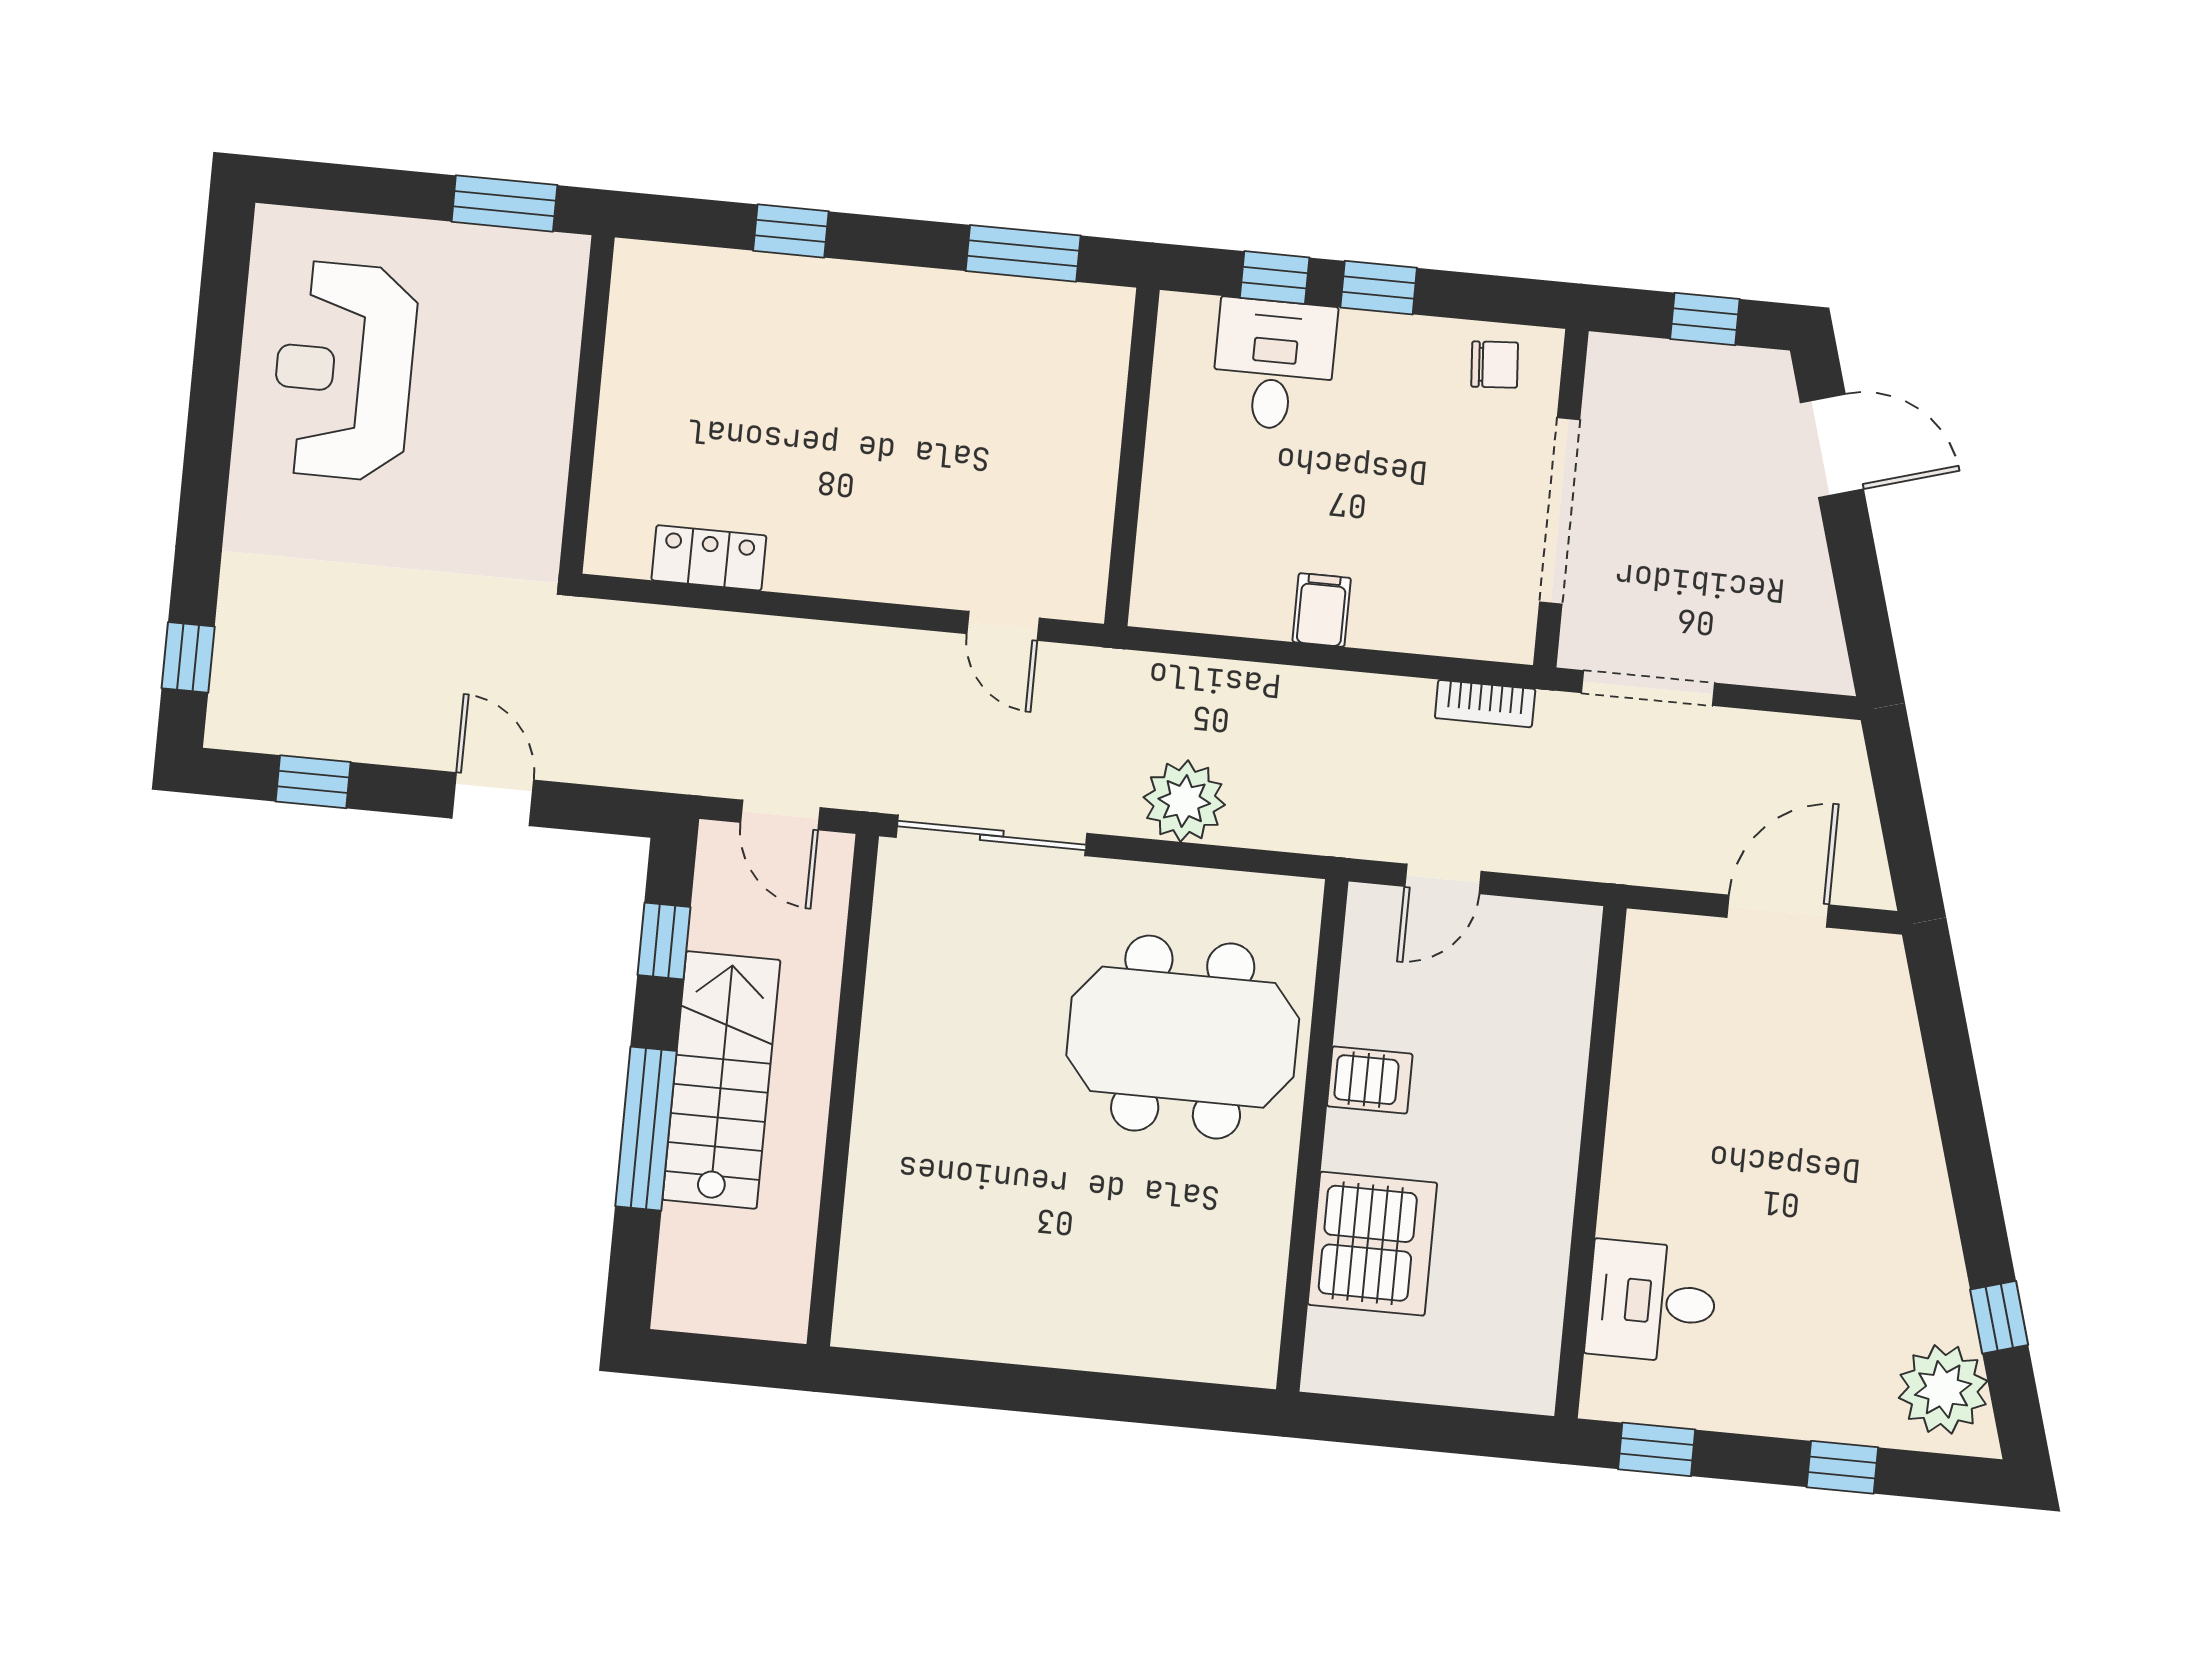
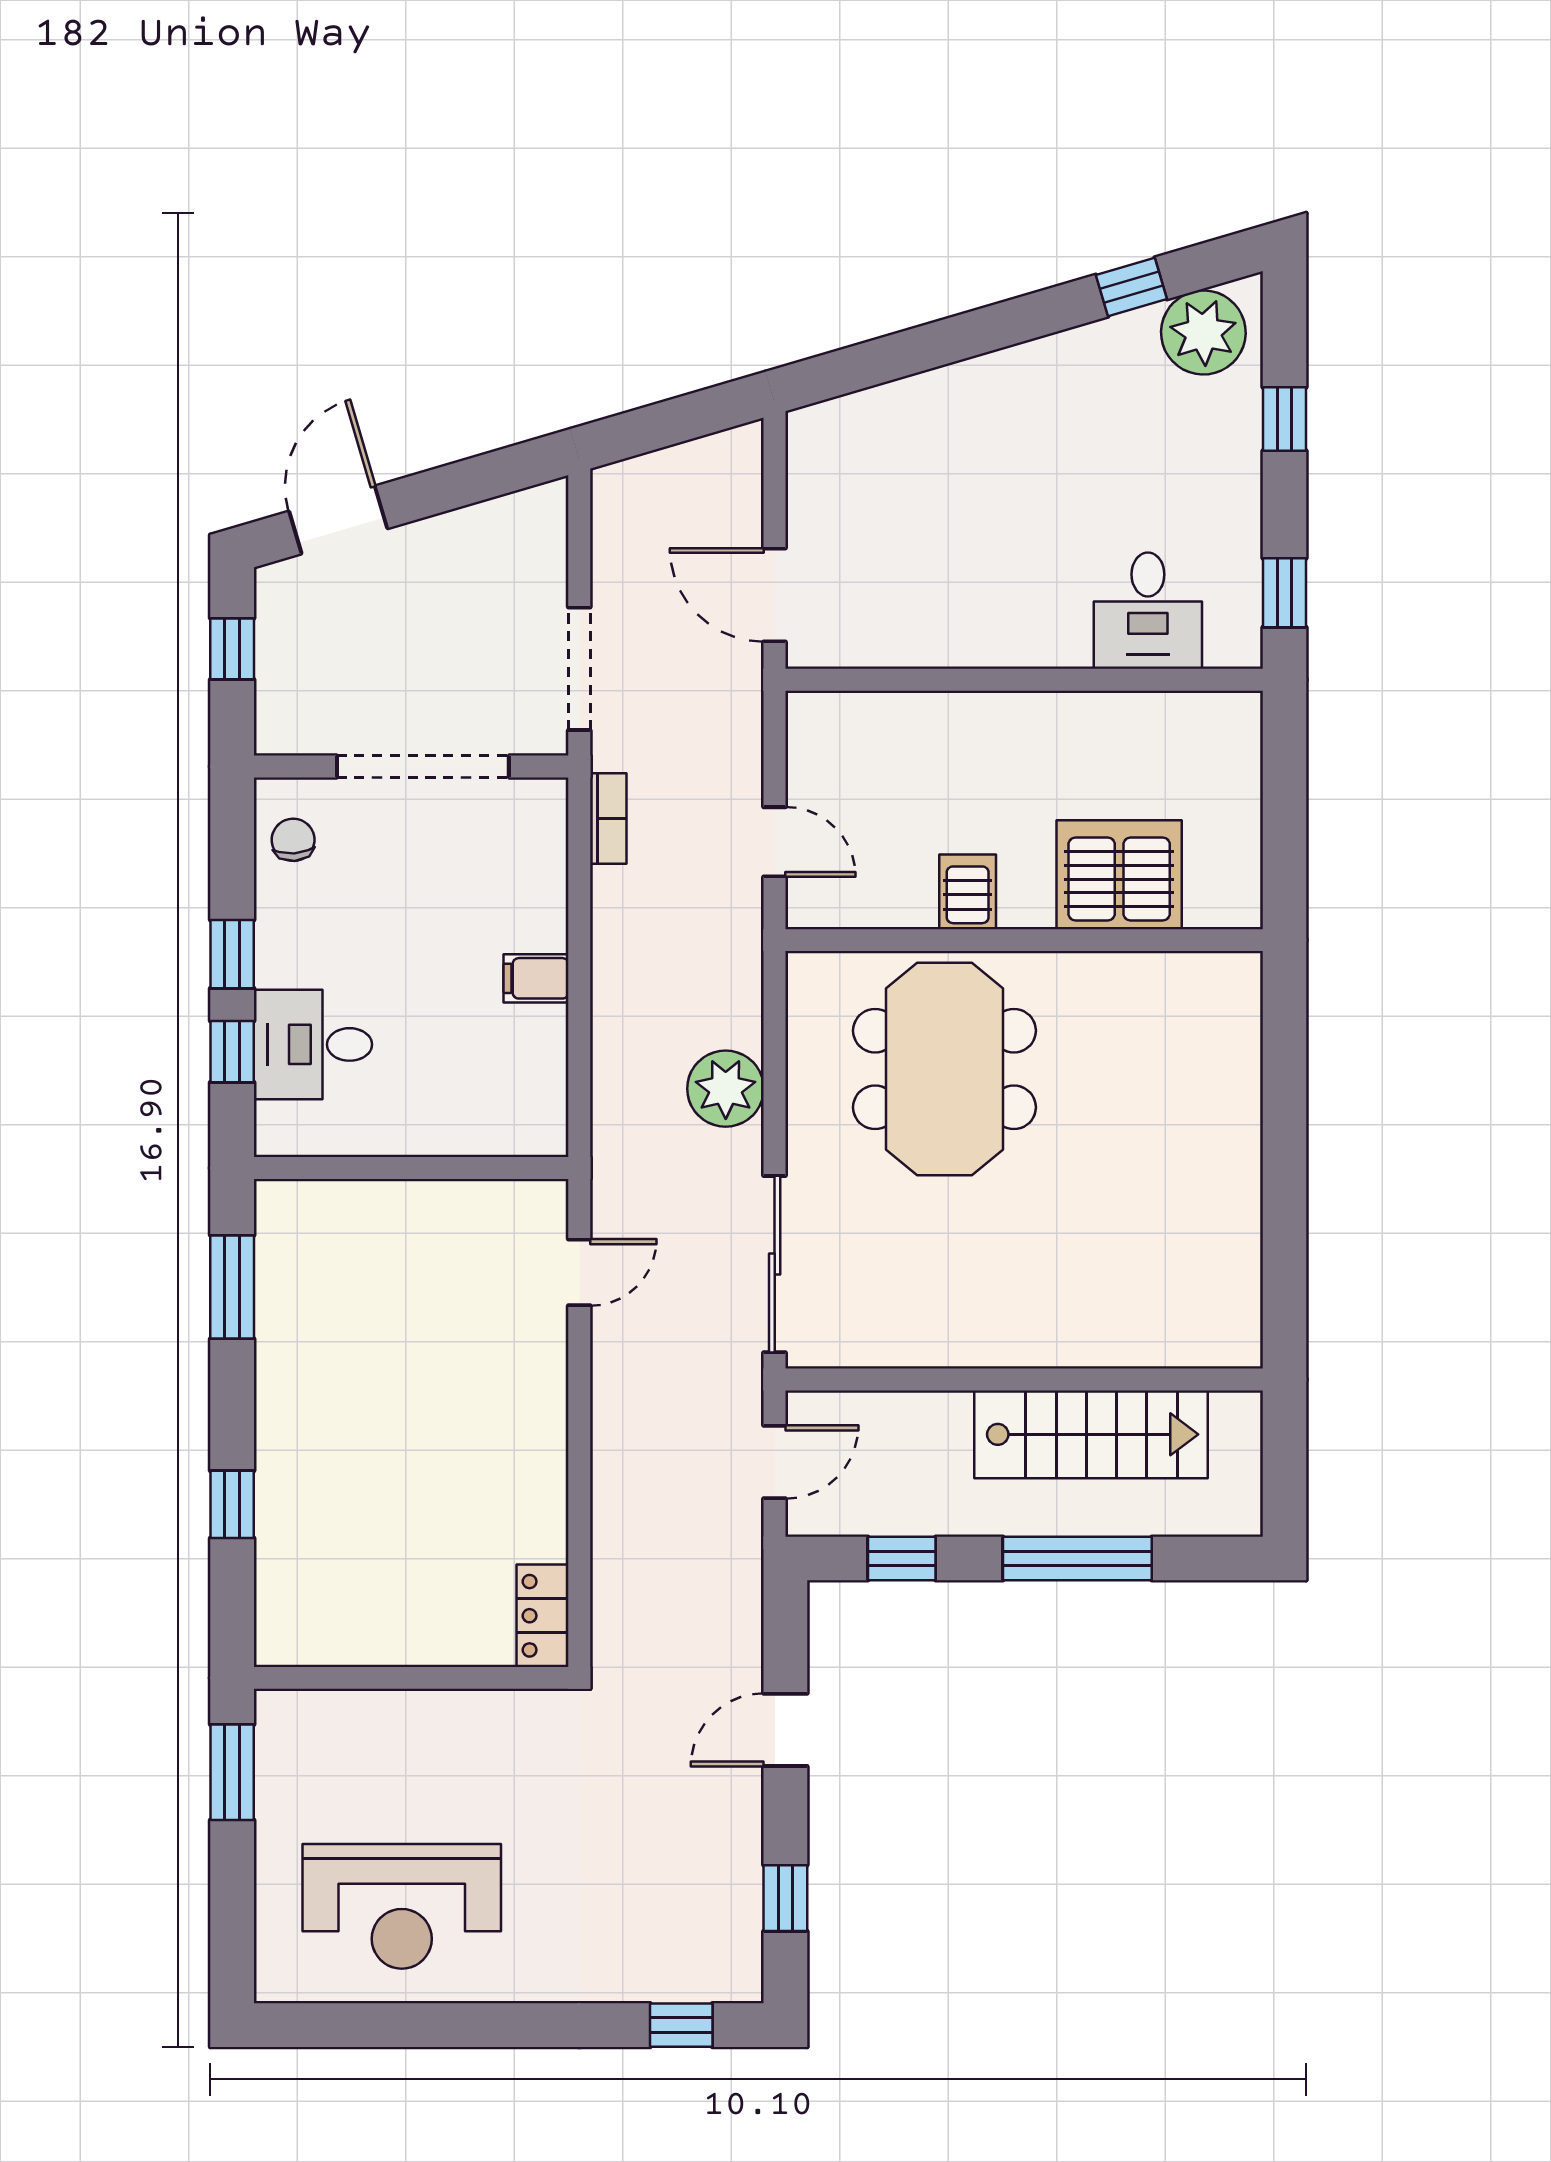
locker: (709, 558) -> (543, 1616), moved
door: (1778, 911) -> (775, 595), moved
stairs: (721, 1080) -> (1091, 1434), moved, turned 180

